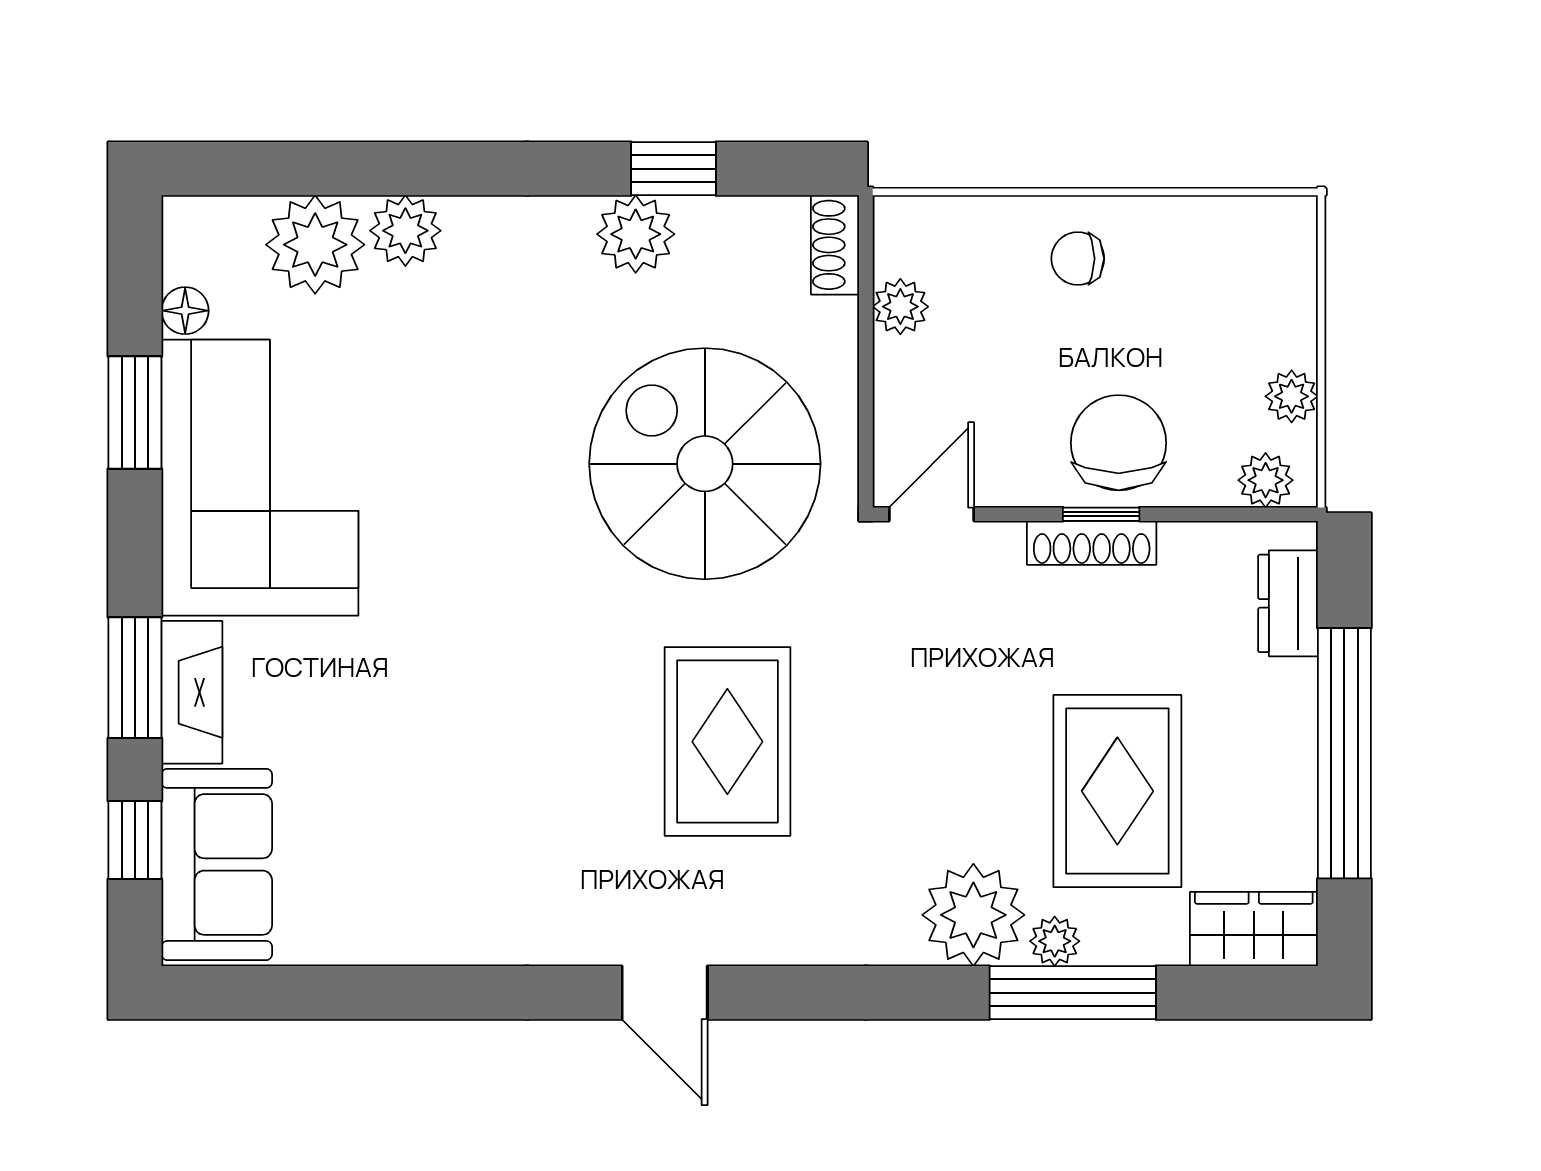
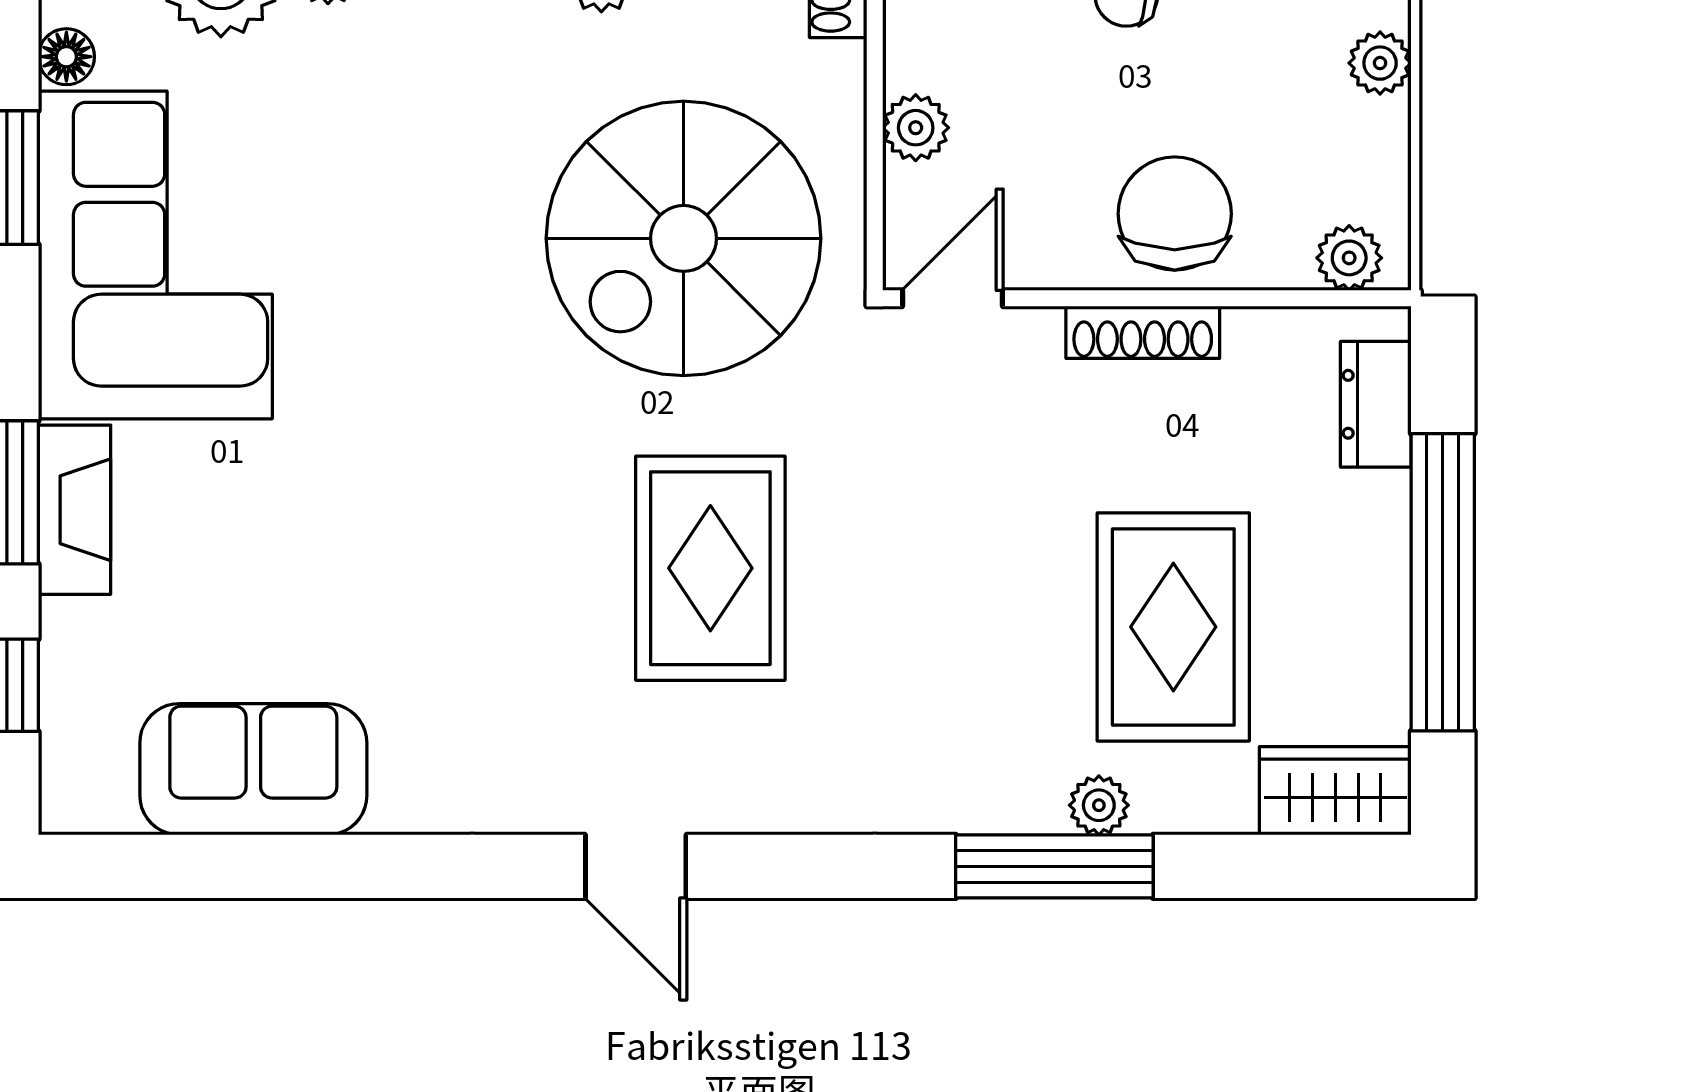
plant: (900, 307) -> (916, 128), moved
plant: (1292, 396) -> (1380, 63), moved
spiral stairs: (705, 464) -> (684, 238), turned -90
window: (1101, 514) -> (1154, 298), removed
sofa: (217, 864) -> (253, 769), moved, turned -90
plant: (973, 915) -> (1002, 774), removed
window: (1073, 993) -> (1054, 866), moved

